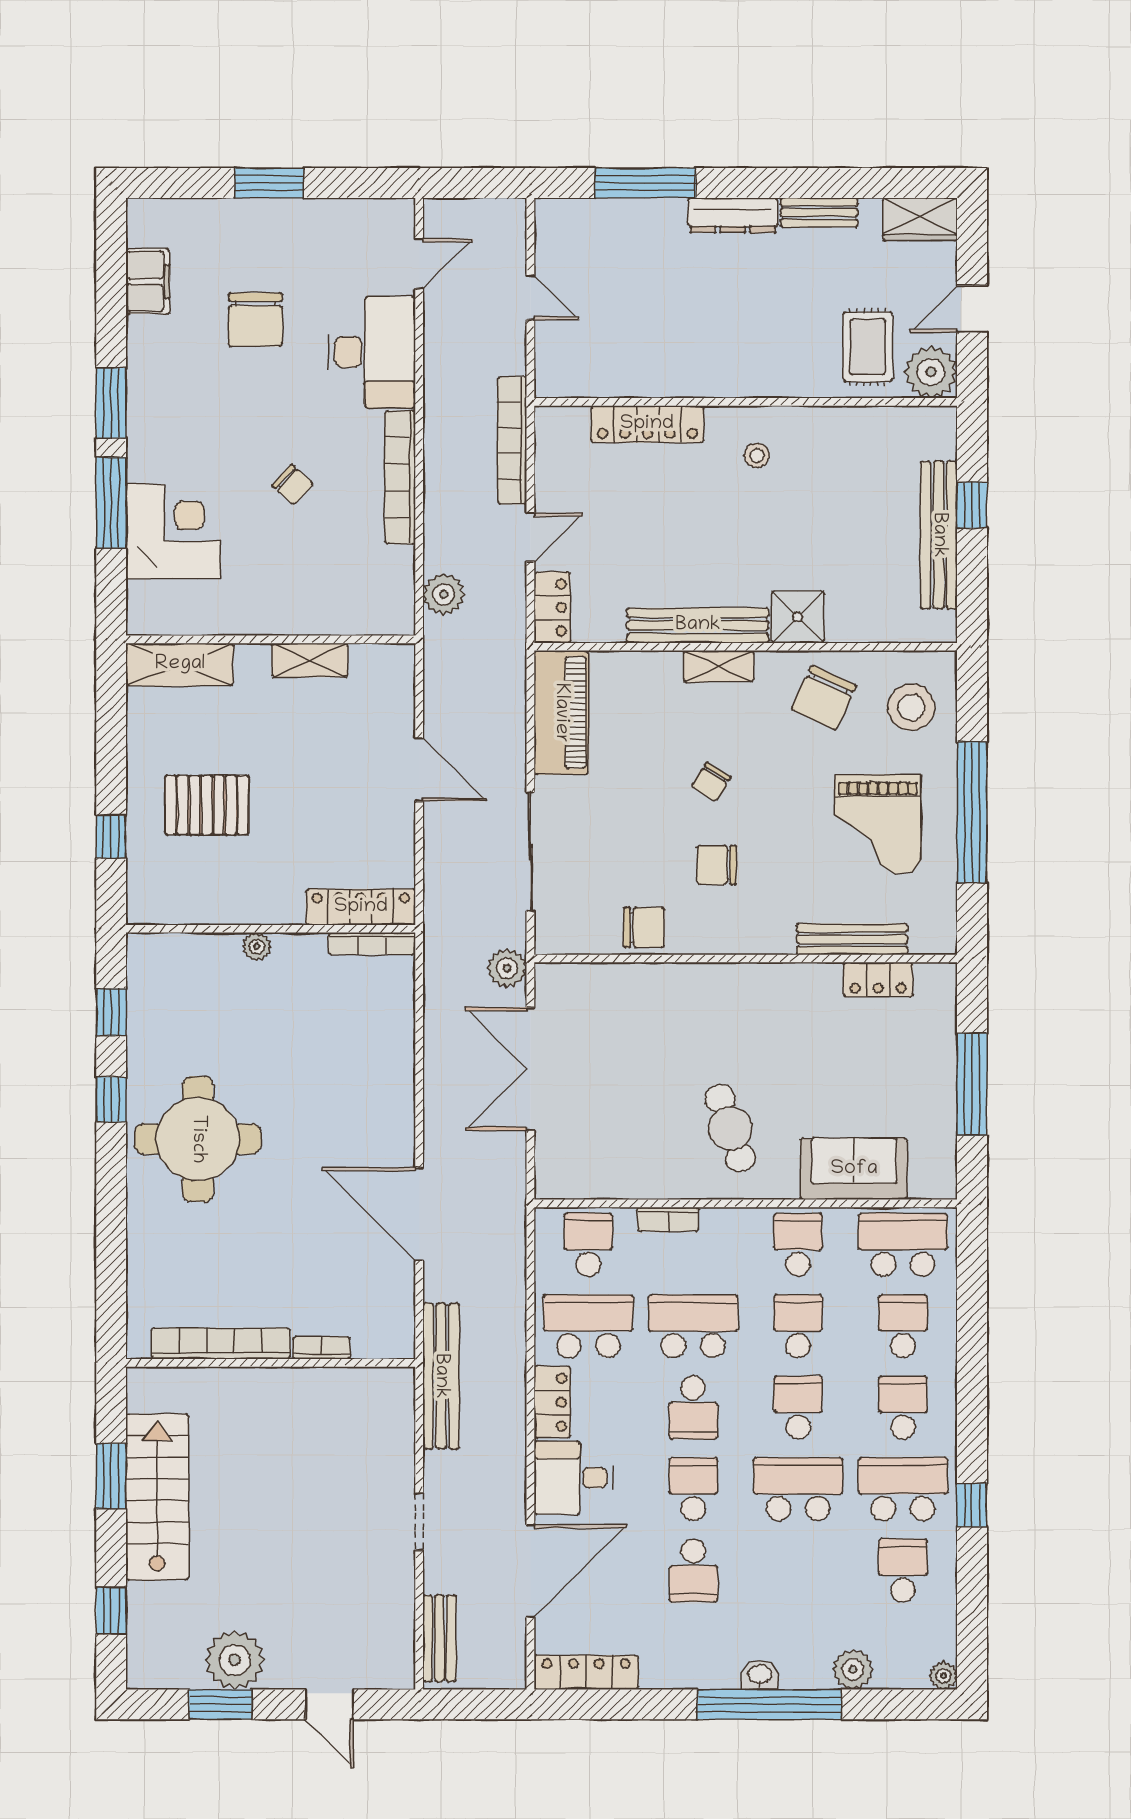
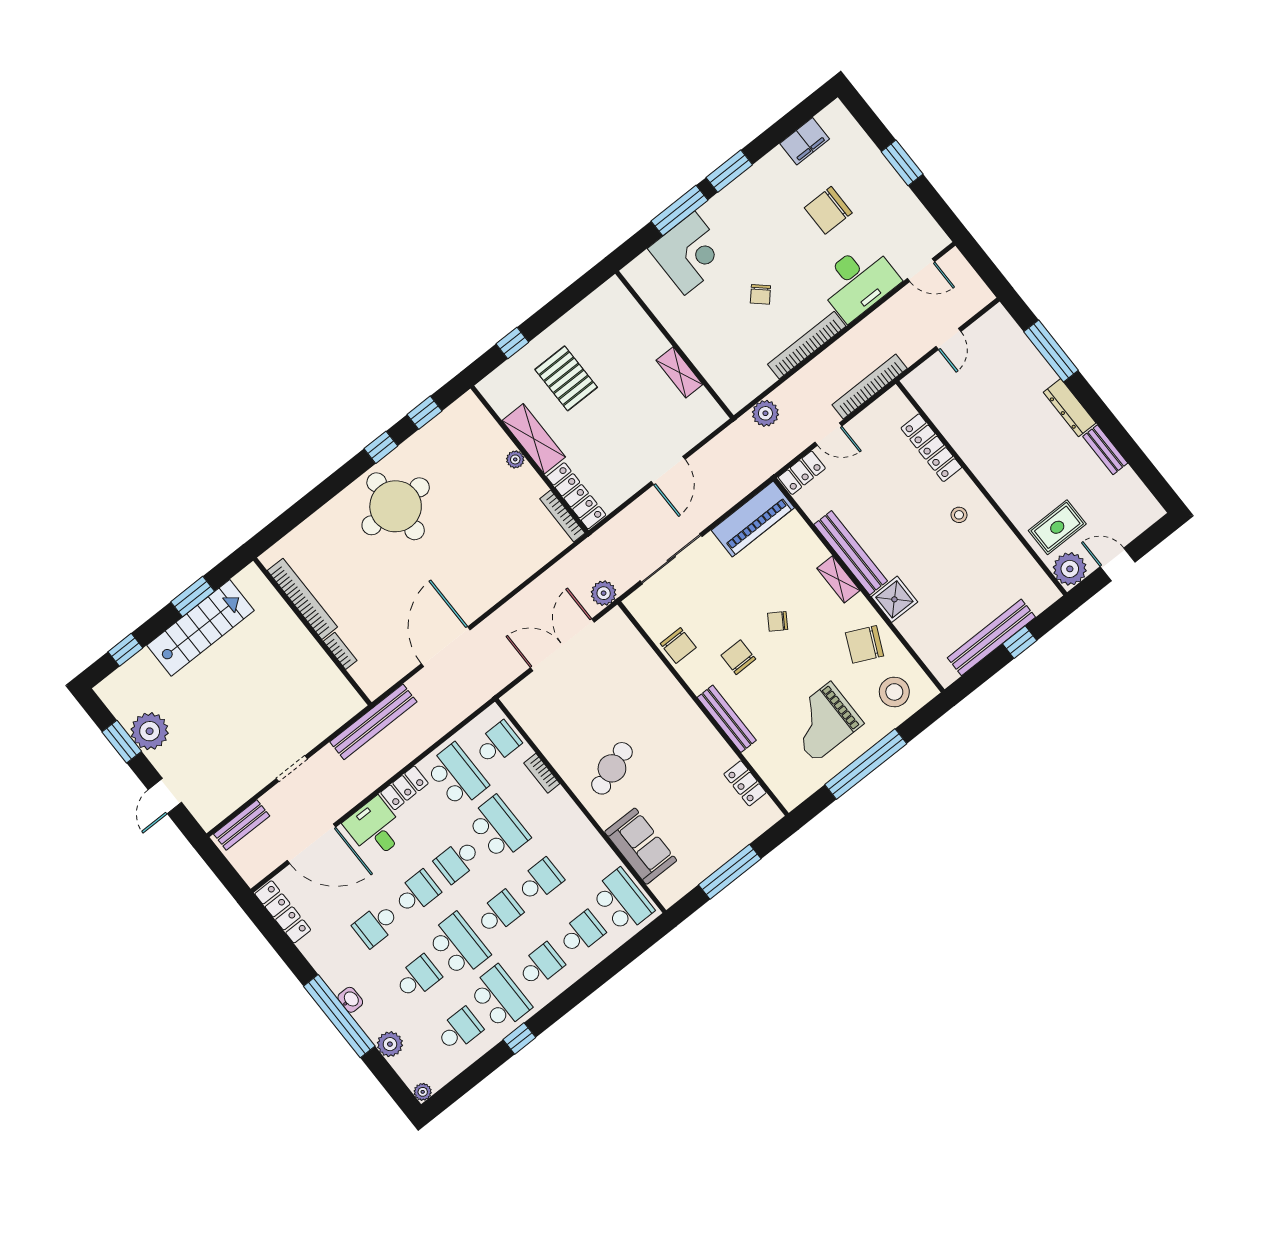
wardrobe: (920, 219) -> (1142, 503), removed
shelving: (180, 664) -> (534, 439), moved
bench: (852, 939) -> (727, 719), moved
school desk: (798, 1245) -> (418, 978), moved

